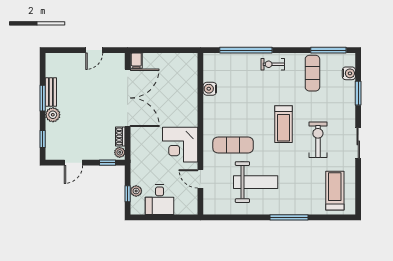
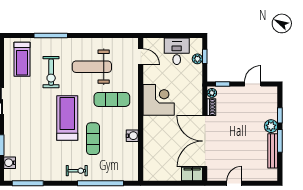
filing cabinet: (136, 61) -> (192, 174), width x2.00
exercise mat: (312, 73) -> (93, 139), moved
water cooler: (210, 89) -> (132, 136), moved
bench: (51, 92) -> (273, 151), width x1.36
treadmill: (284, 124) -> (67, 118), width x1.37, depth x1.38
window: (43, 139) -> (280, 115), moved
exercise bike: (318, 140) -> (51, 72), moved
door: (200, 179) -> (141, 57), moved
window: (289, 217) -> (51, 36), moved

